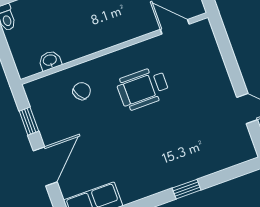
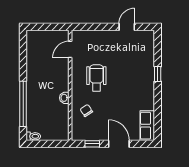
washbasin: (50, 61) -> (64, 98), moved
wheelchair: (143, 88) -> (96, 78), turned 180

